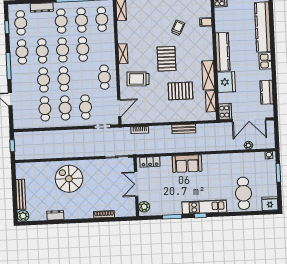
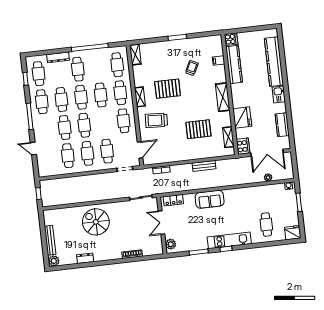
cafe table: (81, 20) -> (120, 93), moved
kitchen counter: (223, 52) -> (234, 64), moved
pallet: (166, 59) -> (168, 89), moved, turned 90
shelving: (208, 75) -> (223, 97), moved
cafe table: (243, 193) -> (266, 225), width x0.73, depth x0.74

